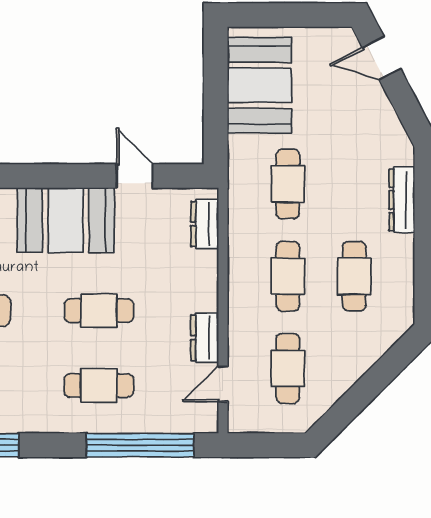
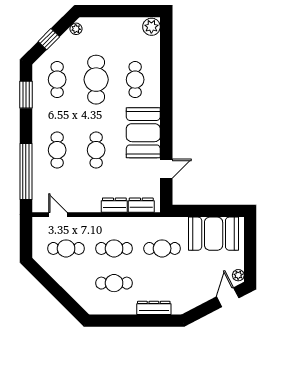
plant: (339, 38) -> (238, 275), added
dresser: (205, 338) -> (114, 205), moved

